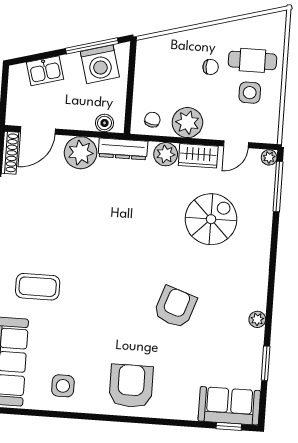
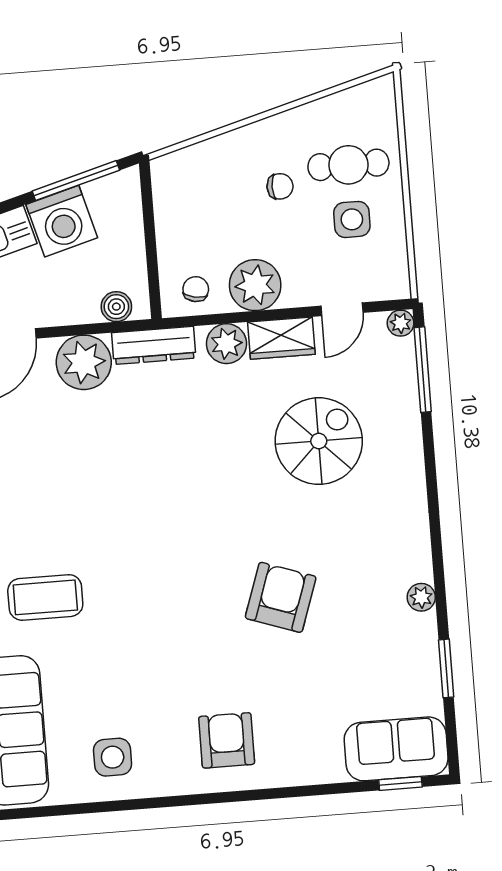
washing machine: (100, 64) -> (62, 221), moved
armchair: (131, 386) -> (227, 740), width x0.73, depth x0.73

